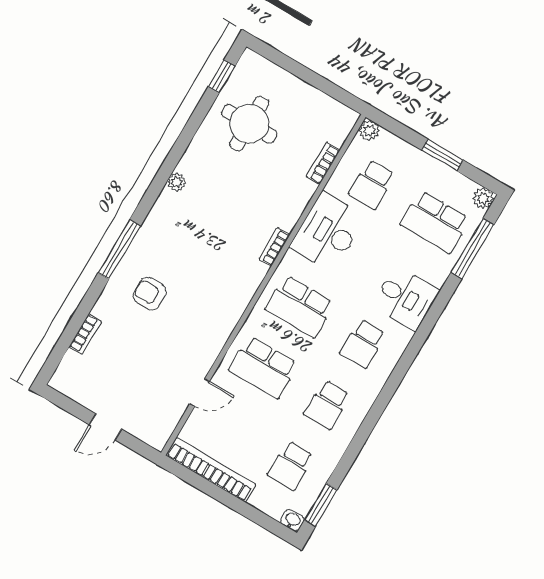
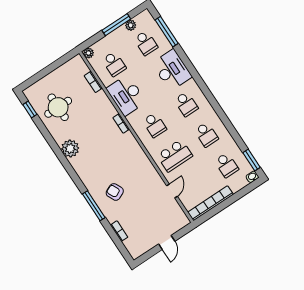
window: (442, 155) -> (116, 25), width x1.44
plant: (177, 182) -> (70, 148), width x1.87, depth x1.87
plant: (483, 198) -> (131, 25), moved
school desk: (435, 222) -> (146, 43), width x0.54
window: (119, 250) -> (94, 206), moved
armchair: (150, 294) -> (115, 192), turned 65
desk: (406, 298) -> (172, 70), width x1.37
school desk: (300, 306) -> (154, 125), width x0.54

